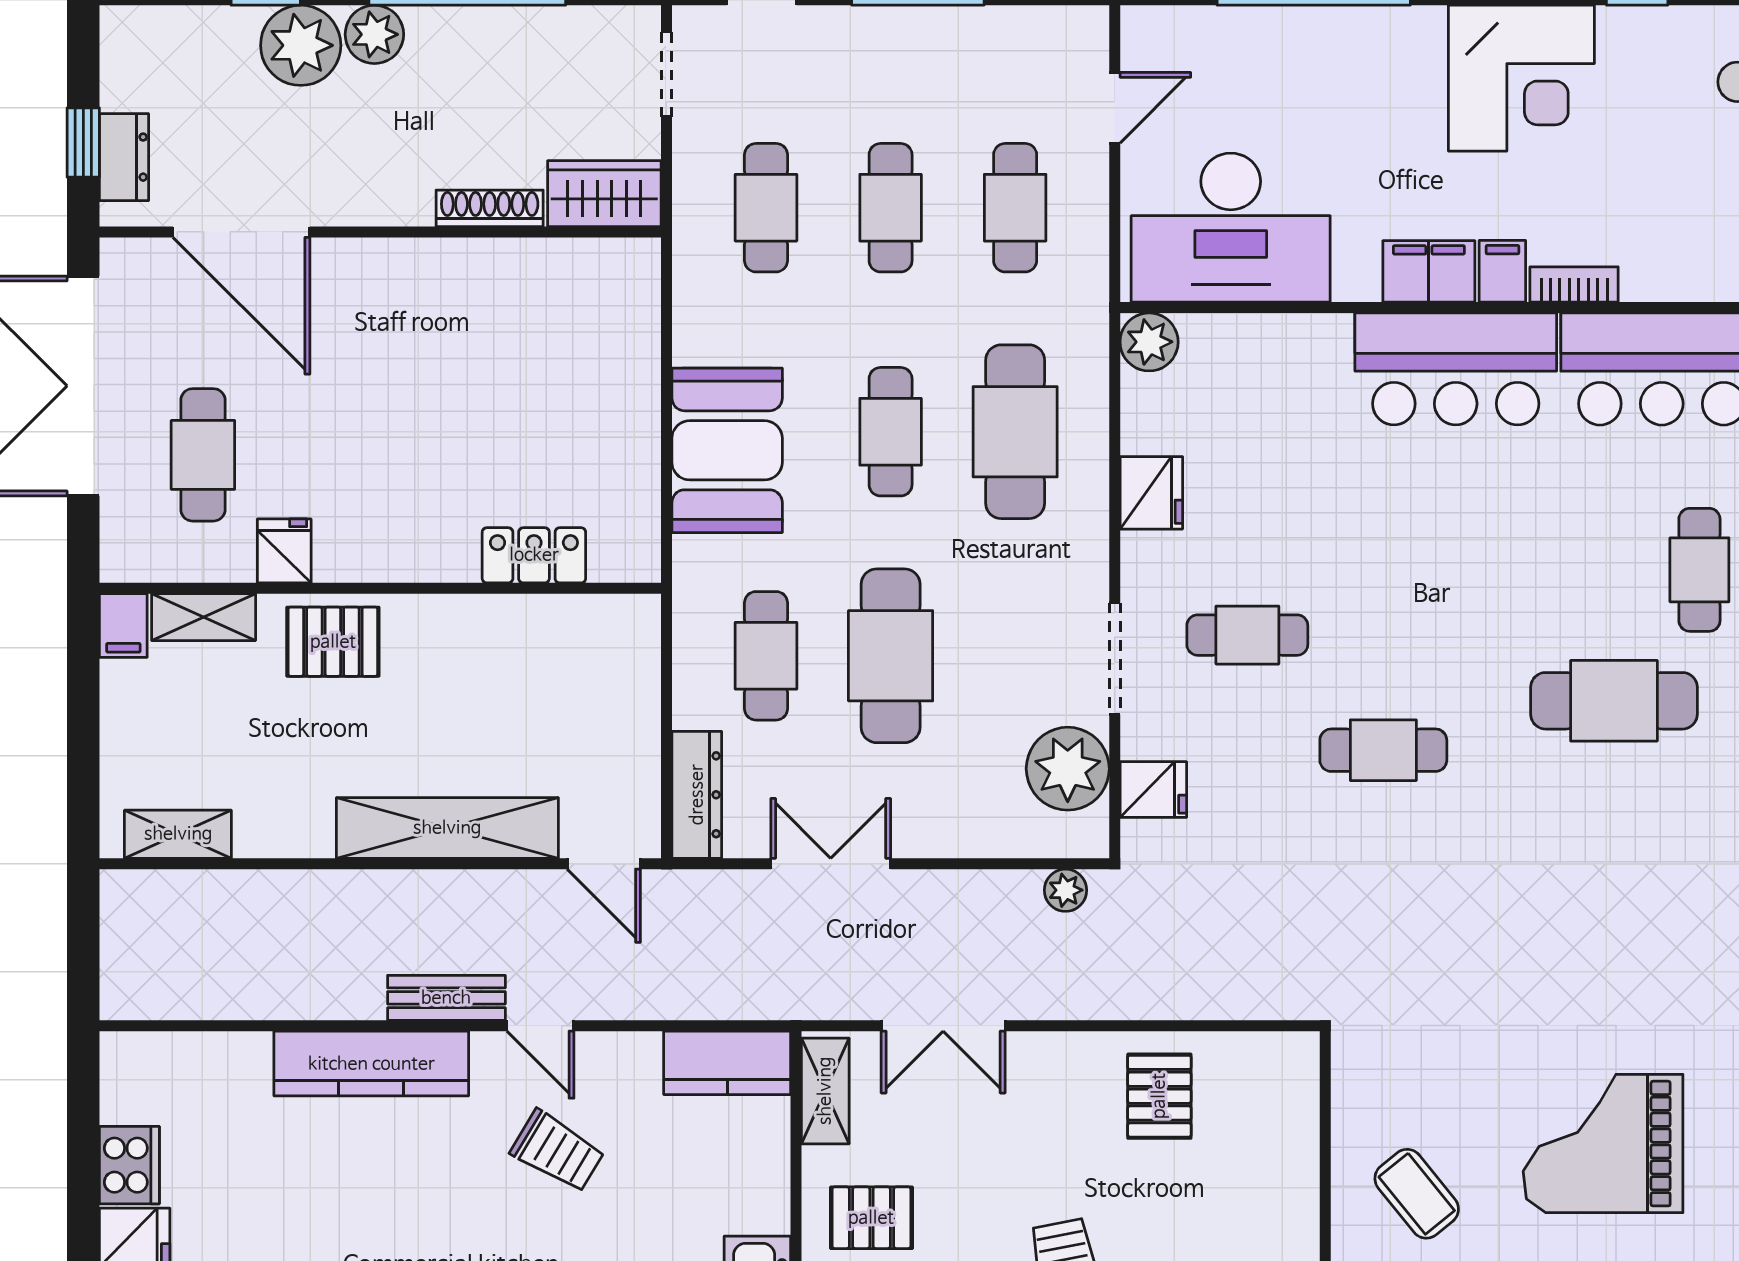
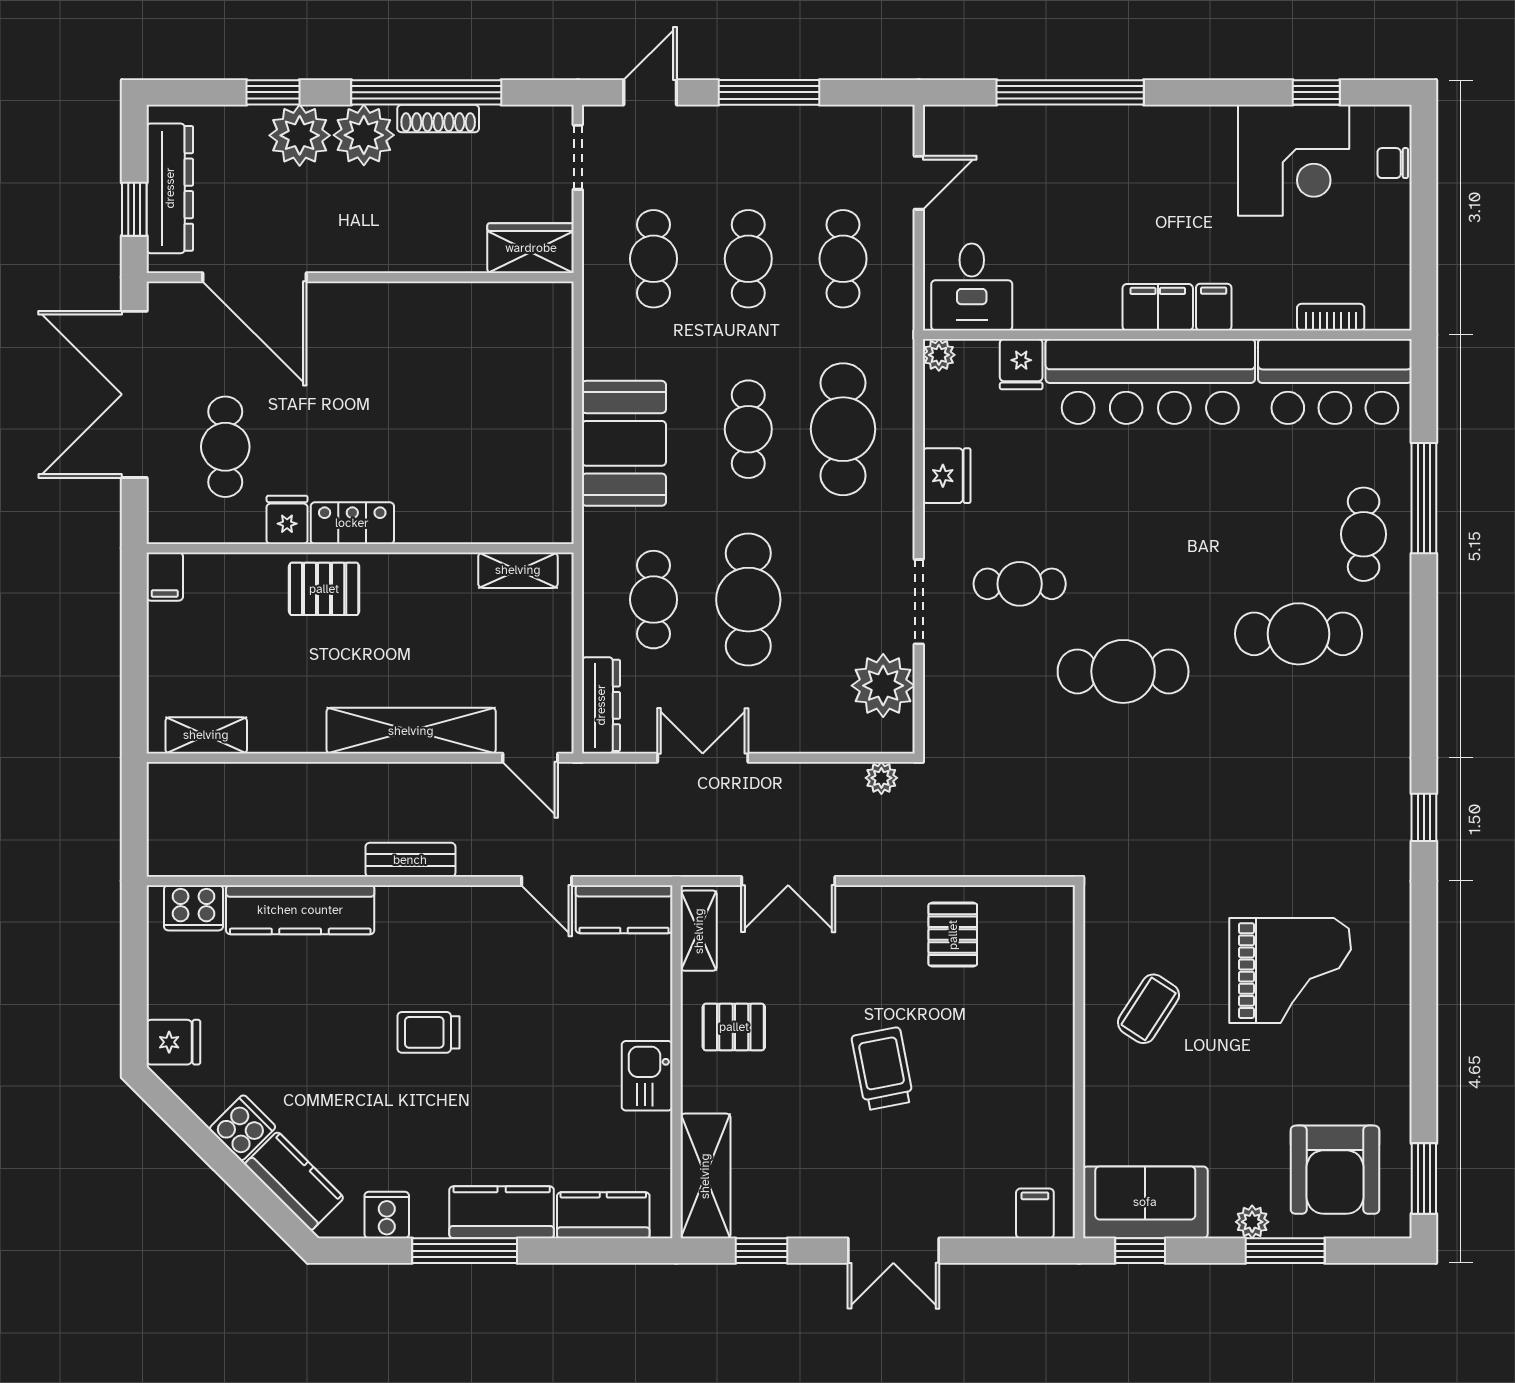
plant: (374, 34) -> (364, 135), width x1.36, depth x1.36
corner desk: (1521, 78) -> (1294, 160), moved
dresser: (124, 157) -> (170, 188), width x1.96, depth x1.24
shoe rack: (490, 208) -> (438, 119), moved, turned 180
desk: (1231, 228) -> (972, 287), width x0.53, depth x0.77
bookcase: (1574, 284) -> (1331, 317), moved
plant: (1149, 342) -> (939, 355), width x0.73, depth x0.73
bar counter: (1456, 369) -> (1150, 381), width x1.36
locker: (534, 555) -> (352, 523), moved
shelving: (204, 617) -> (518, 570), moved
cafe table: (1383, 750) -> (1123, 671), width x1.37, depth x1.35
fridge: (1153, 790) -> (1021, 364), moved, turned 90
door: (540, 1026) -> (547, 881), moved
kitchen counter: (371, 1064) -> (300, 910), moved
grand piano: (1603, 1144) -> (1290, 971), turned 180
trolley: (557, 1151) -> (429, 1032), moved, turned 149
cooker: (129, 1165) -> (194, 908), moved, turned 90
coffee table: (1417, 1194) -> (1148, 1009), turned 72

